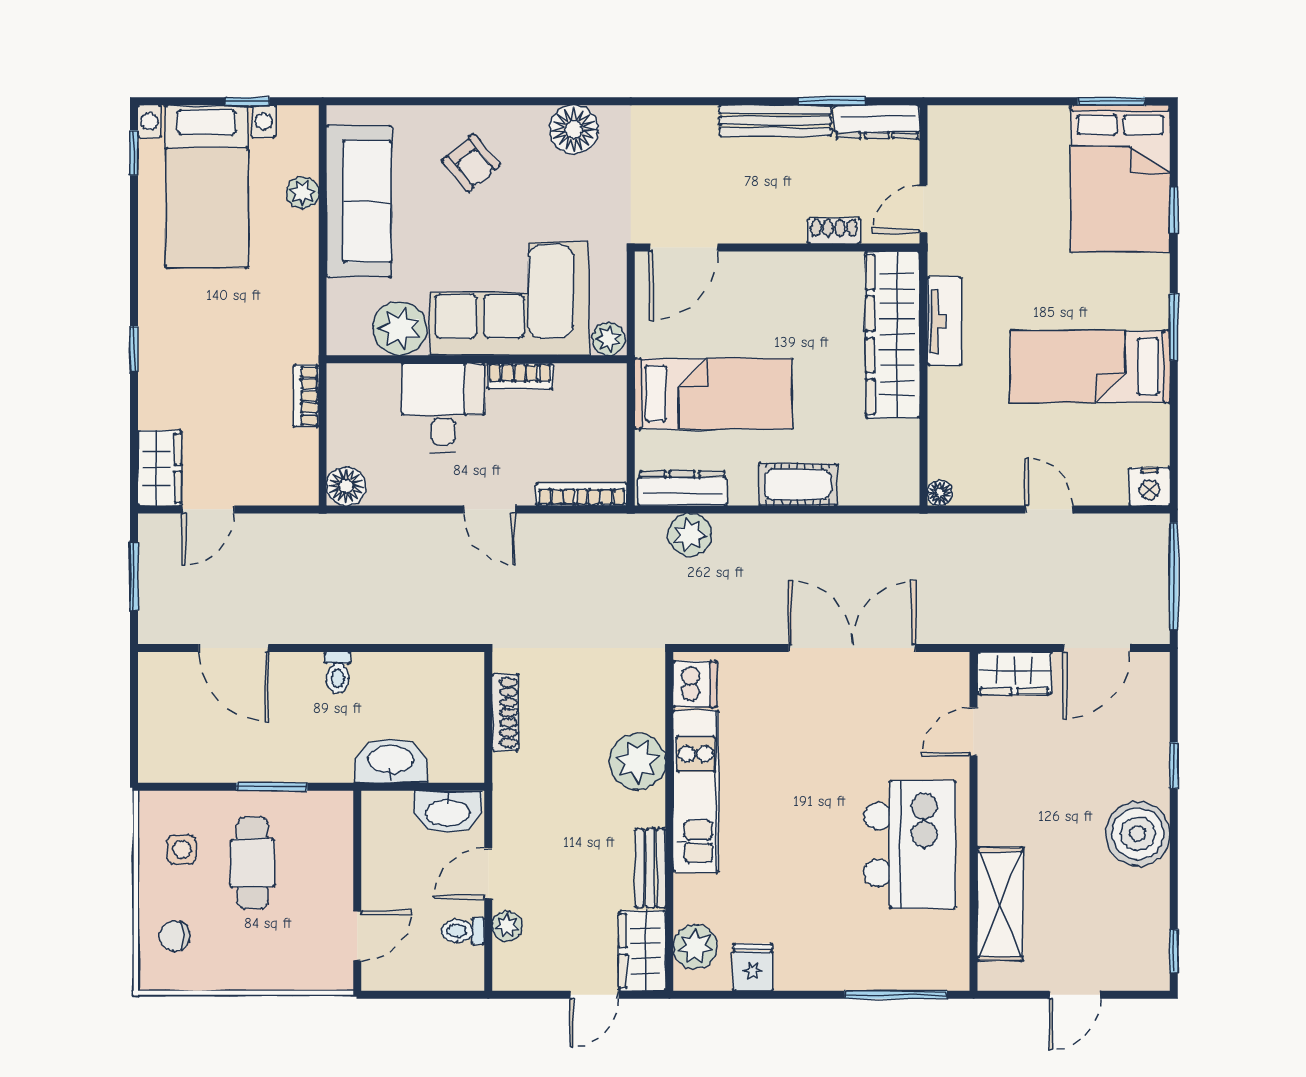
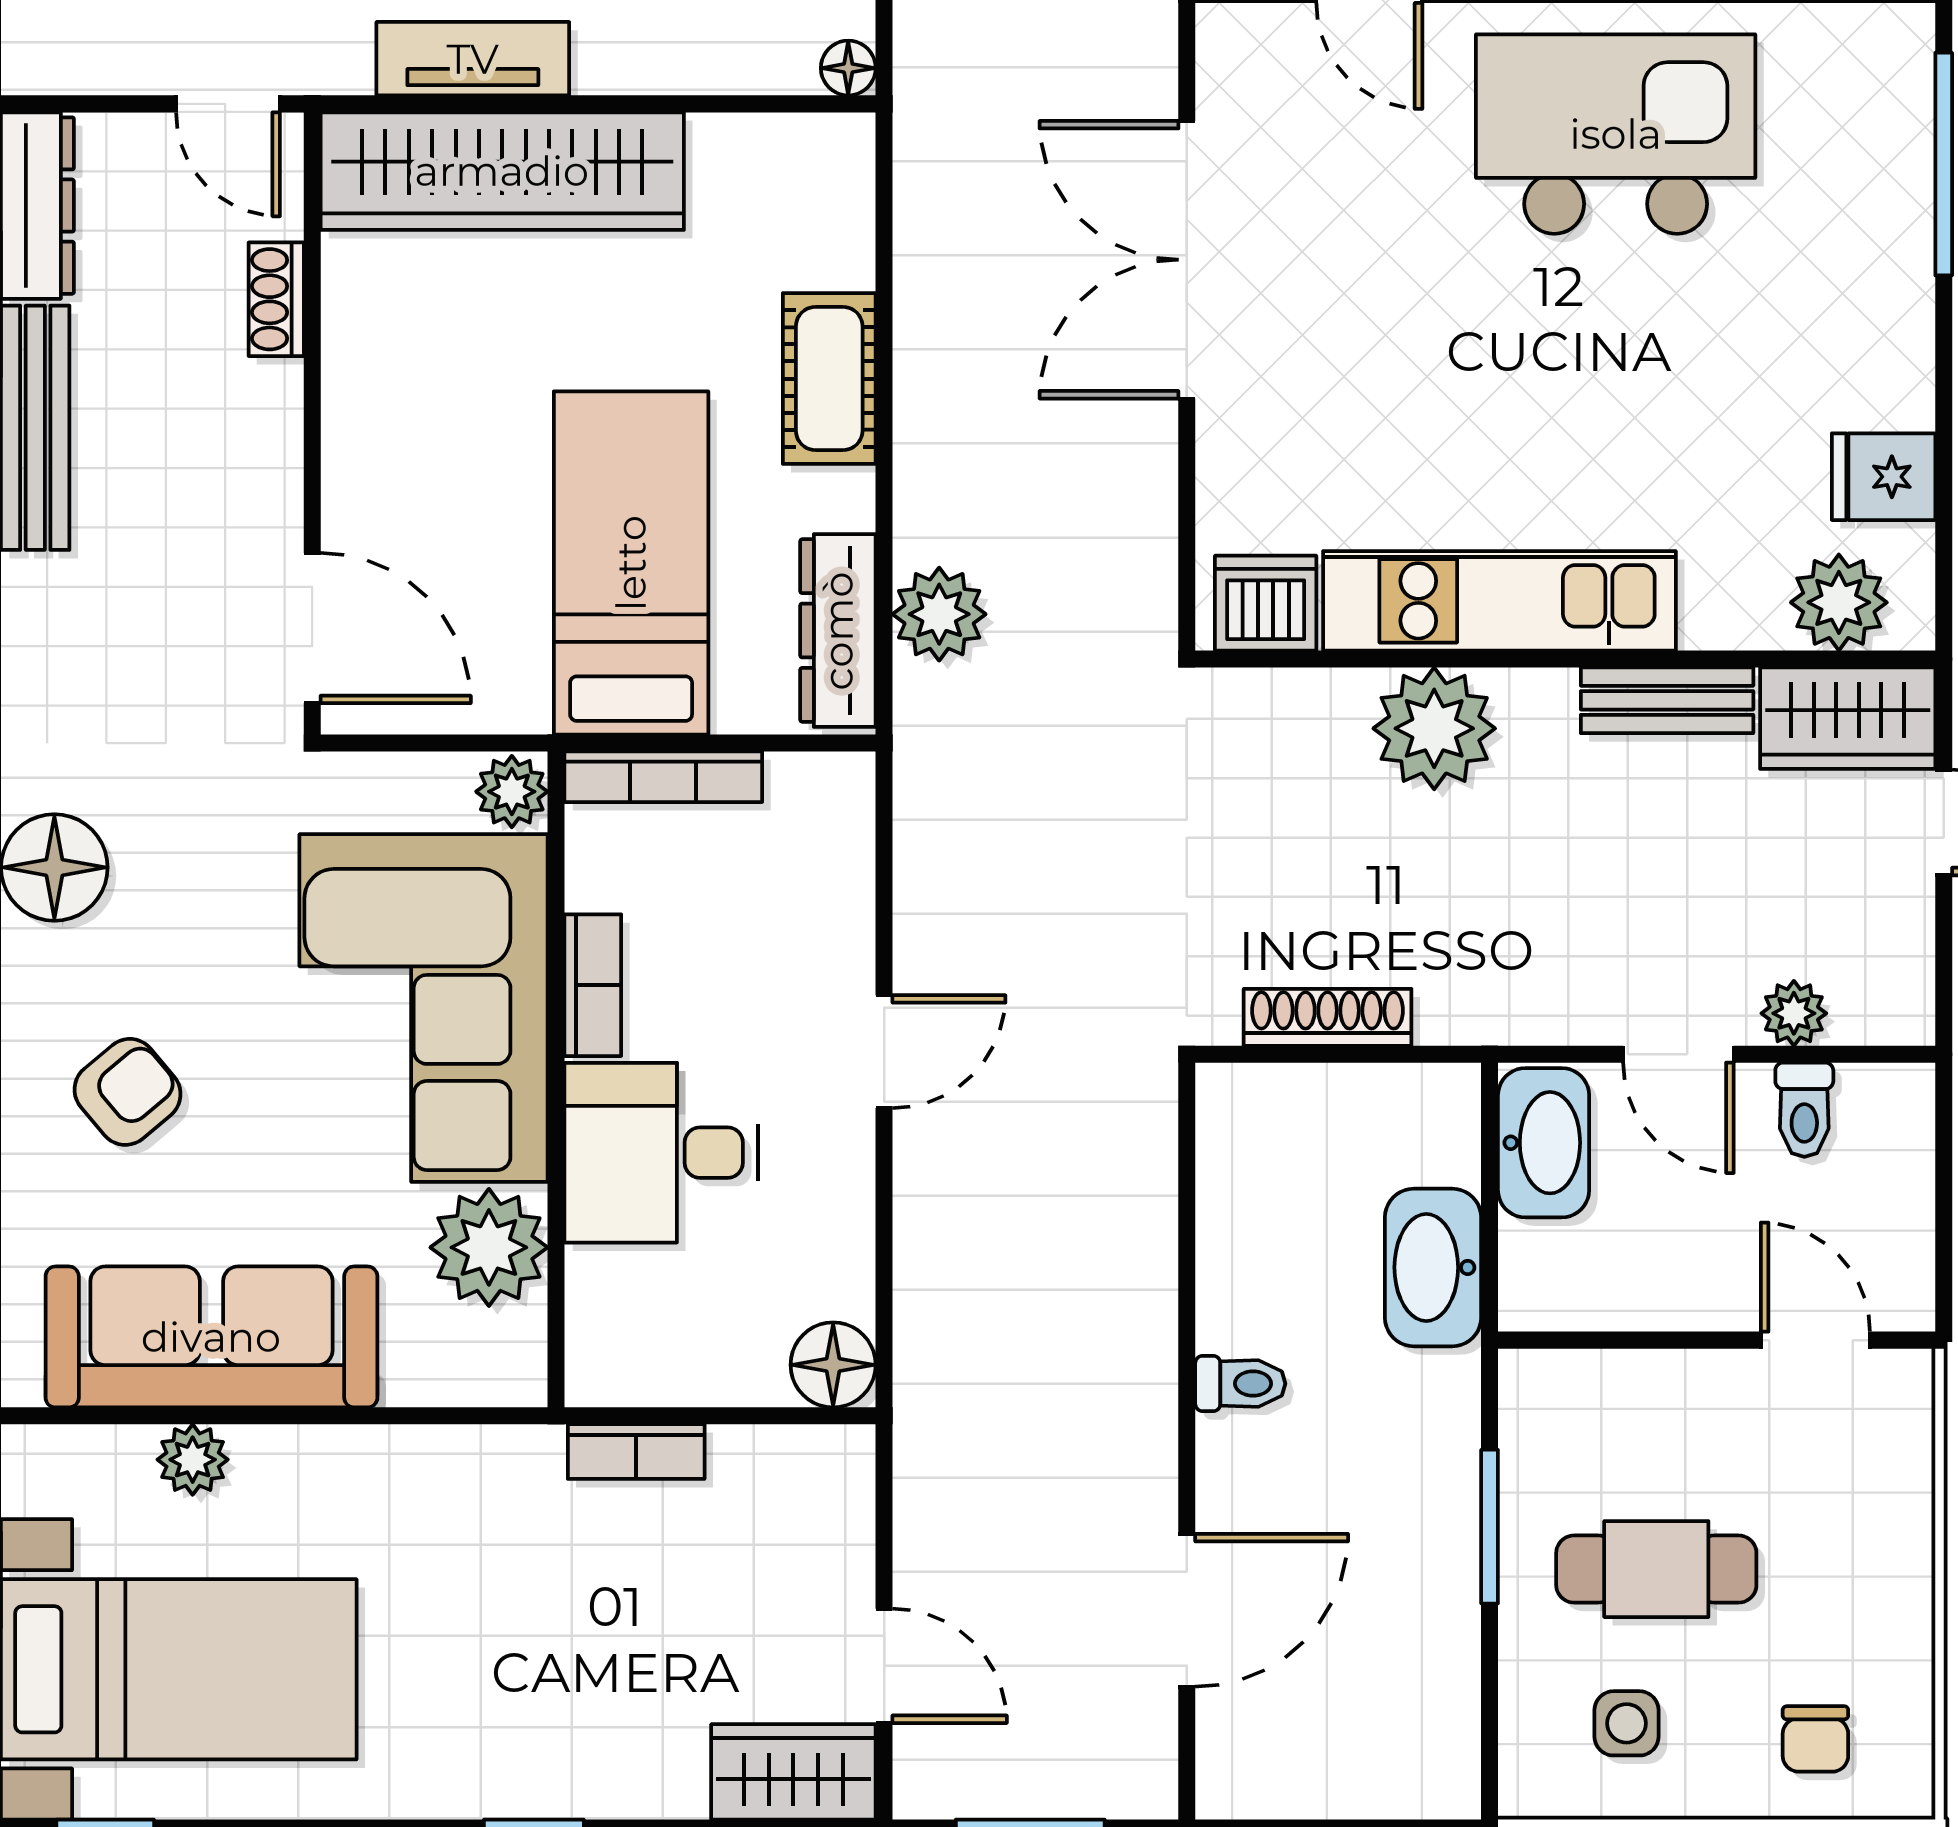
bookcase: (582, 494) -> (663, 777), moved, turned -90

